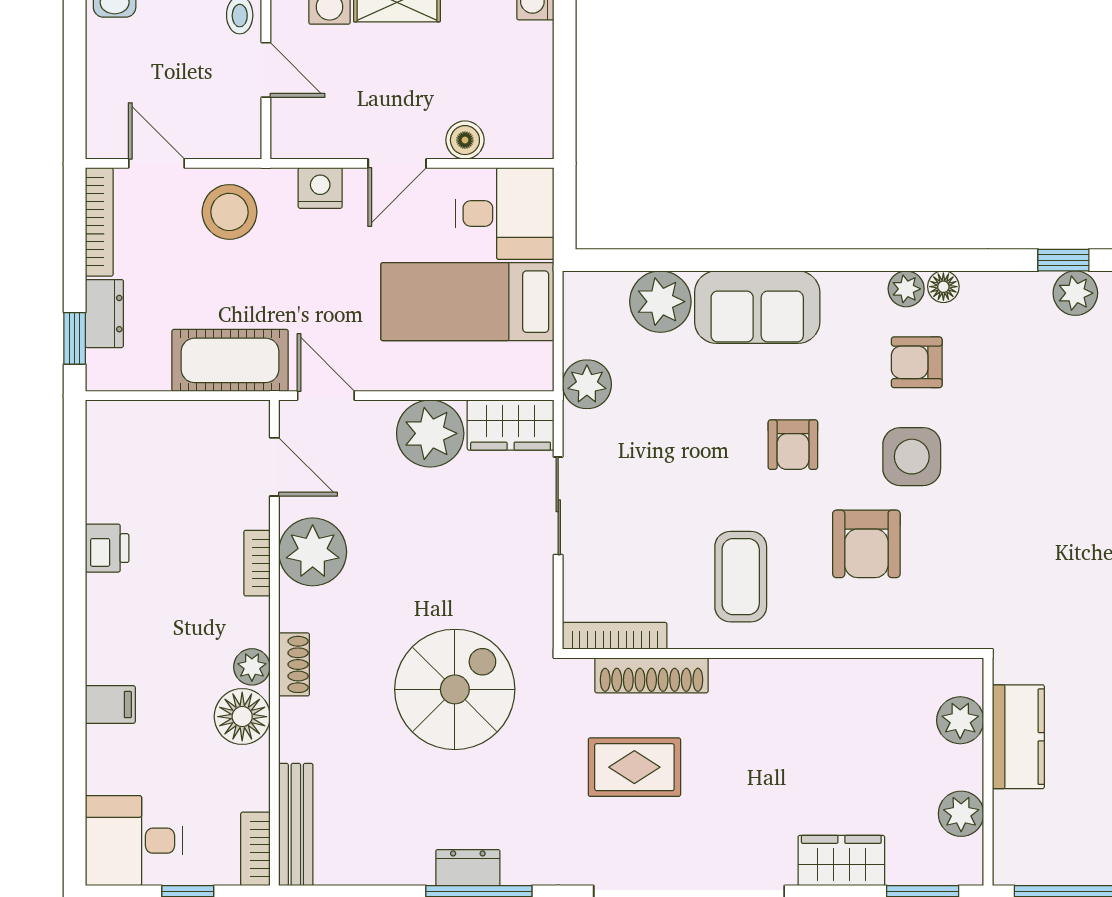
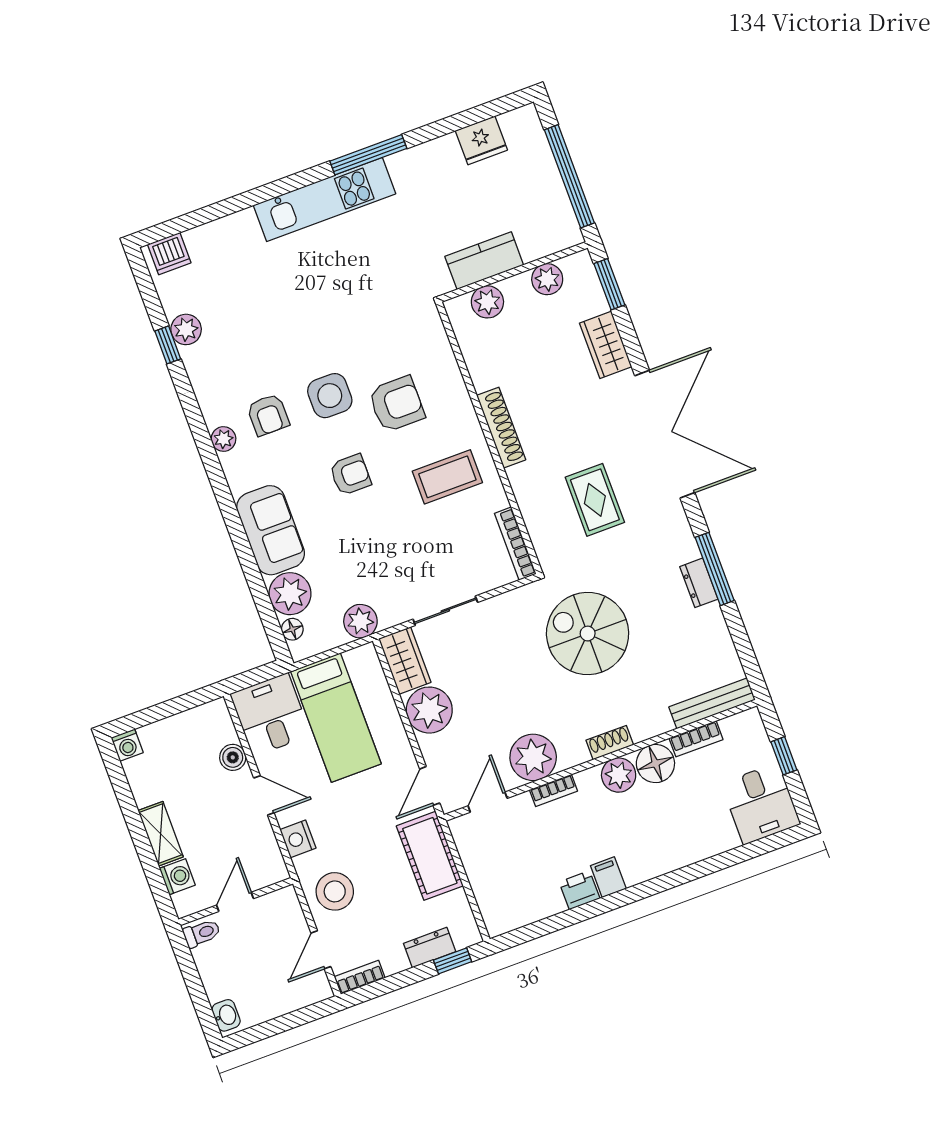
bookcase: (99, 222) -> (360, 977), width x0.64
floor lamp: (943, 287) -> (292, 629), moved
plant: (252, 667) -> (619, 775), width x1.38, depth x1.38
shoe rack: (652, 675) -> (501, 428), moved
filing cabinet: (110, 705) -> (608, 877), moved
bookcase: (255, 849) -> (696, 739), moved

